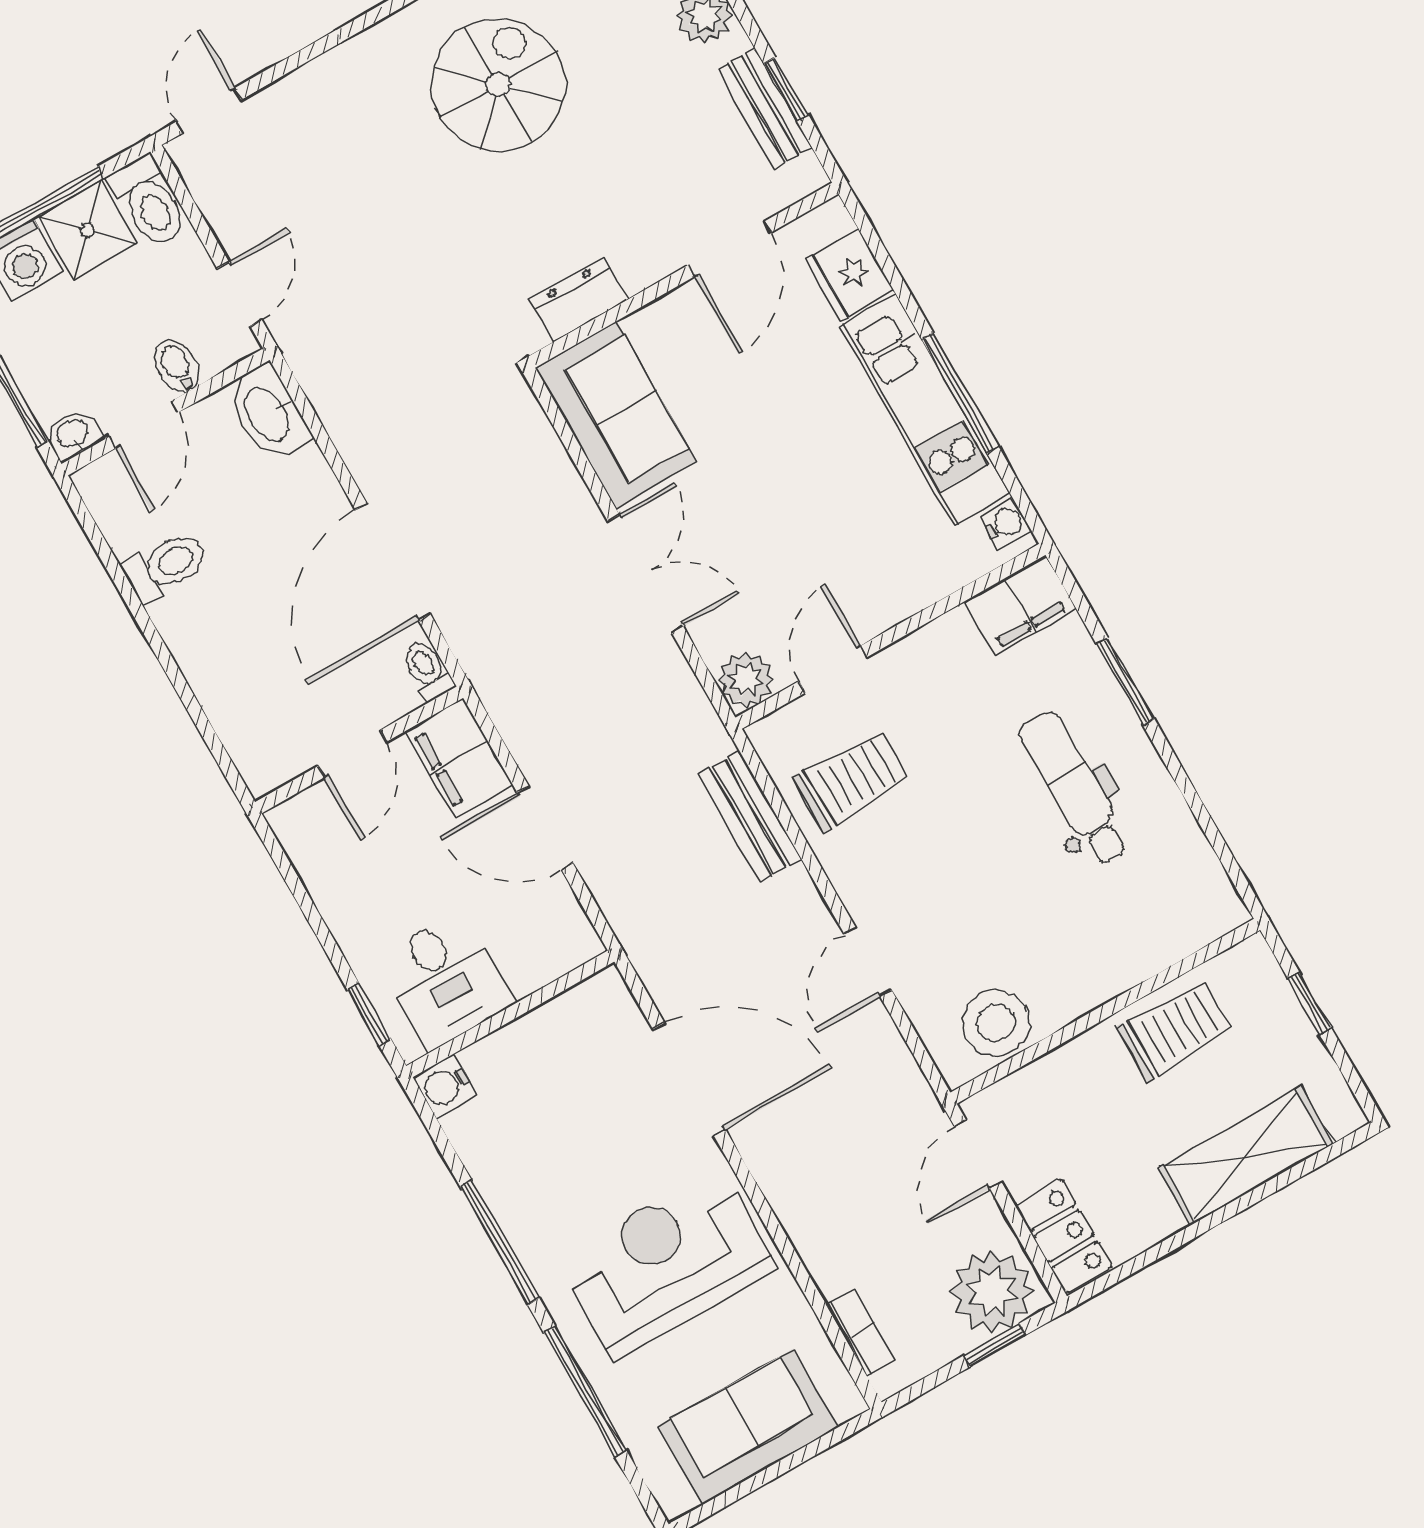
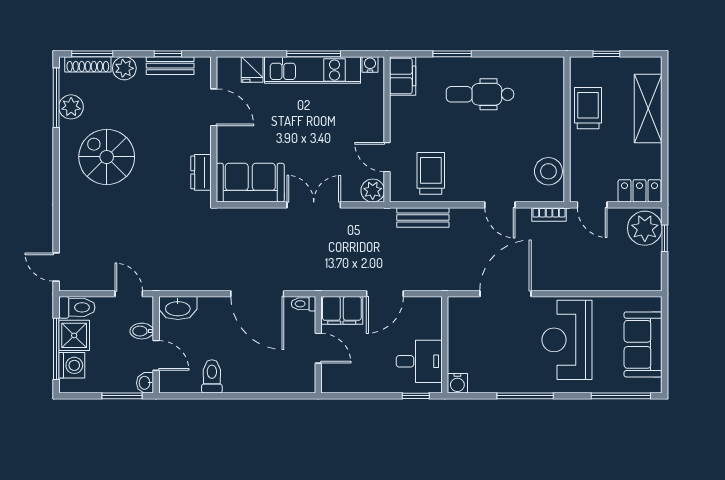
fridge: (849, 275) -> (252, 69), width x0.72
bookcase: (860, 1332) -> (549, 214), moved, turned 180
window: (585, 1391) -> (621, 396), moved

